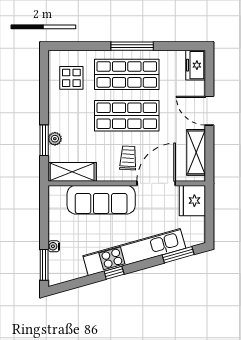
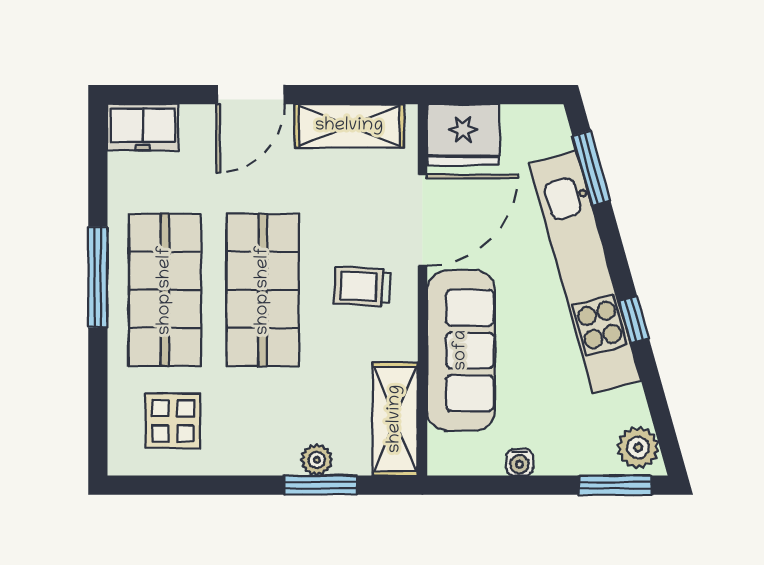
door: (156, 183) -> (422, 220), swing flipped
water cooler: (54, 246) -> (519, 462), moved
plant: (60, 275) -> (638, 447), added

